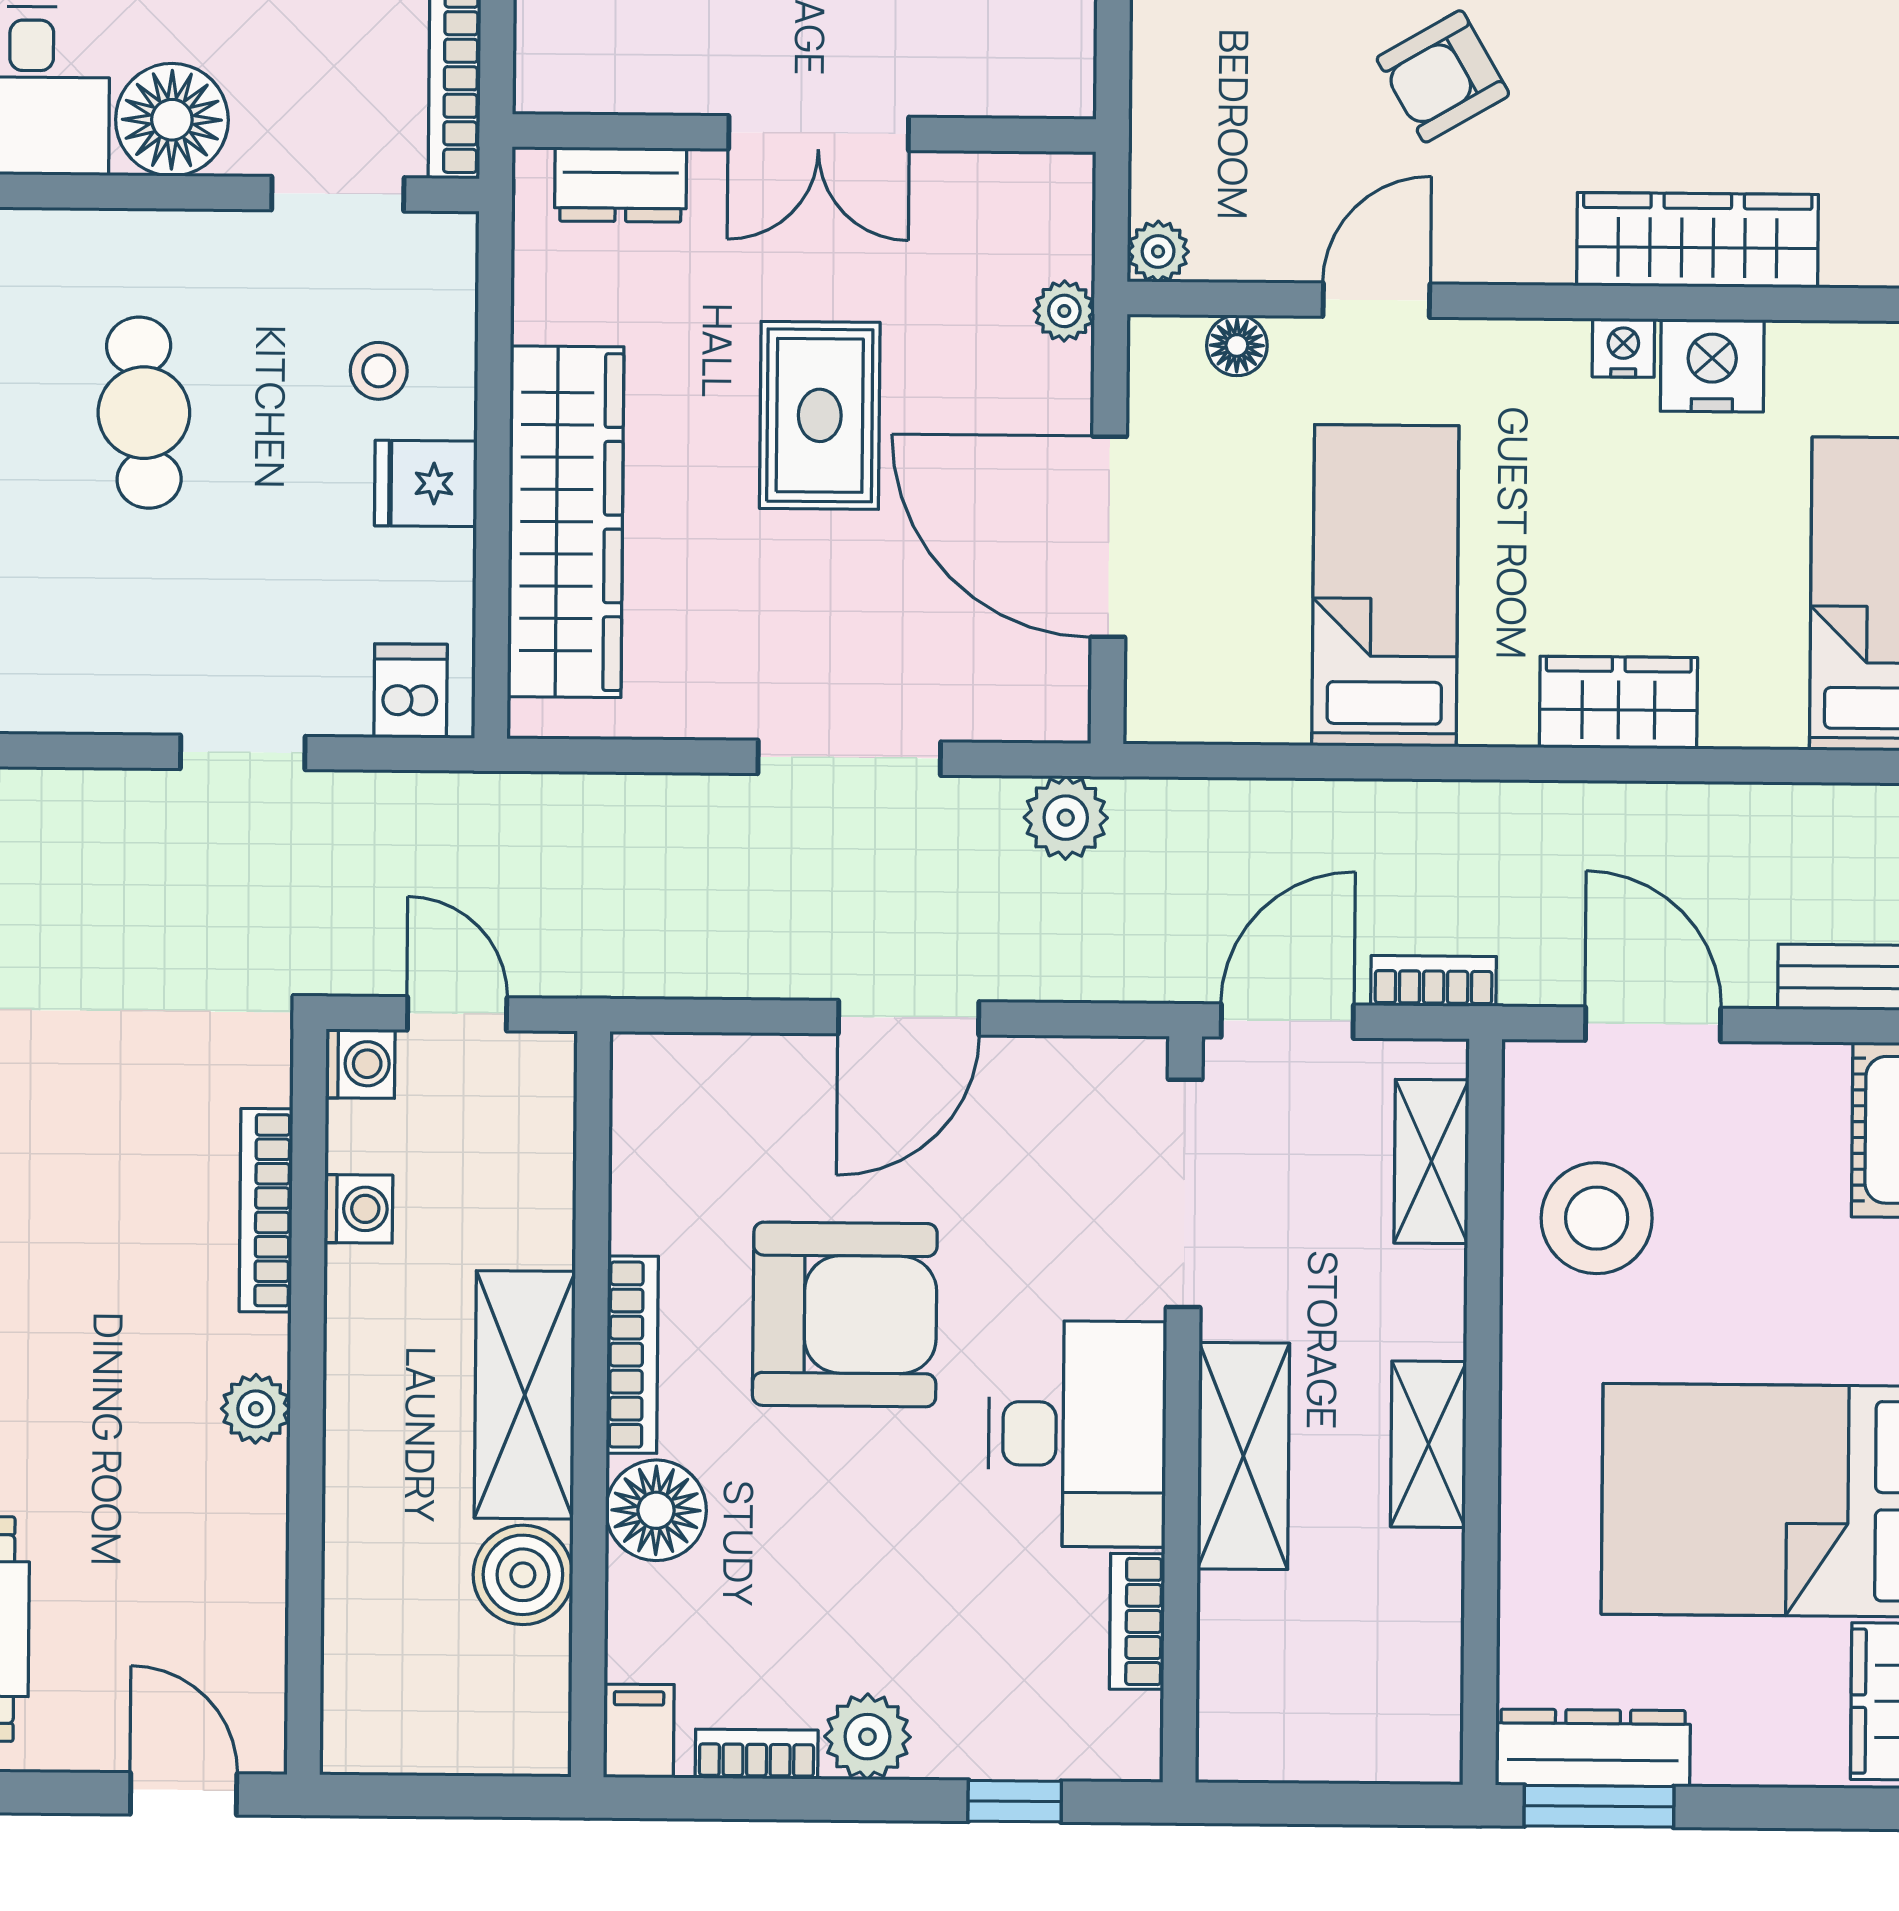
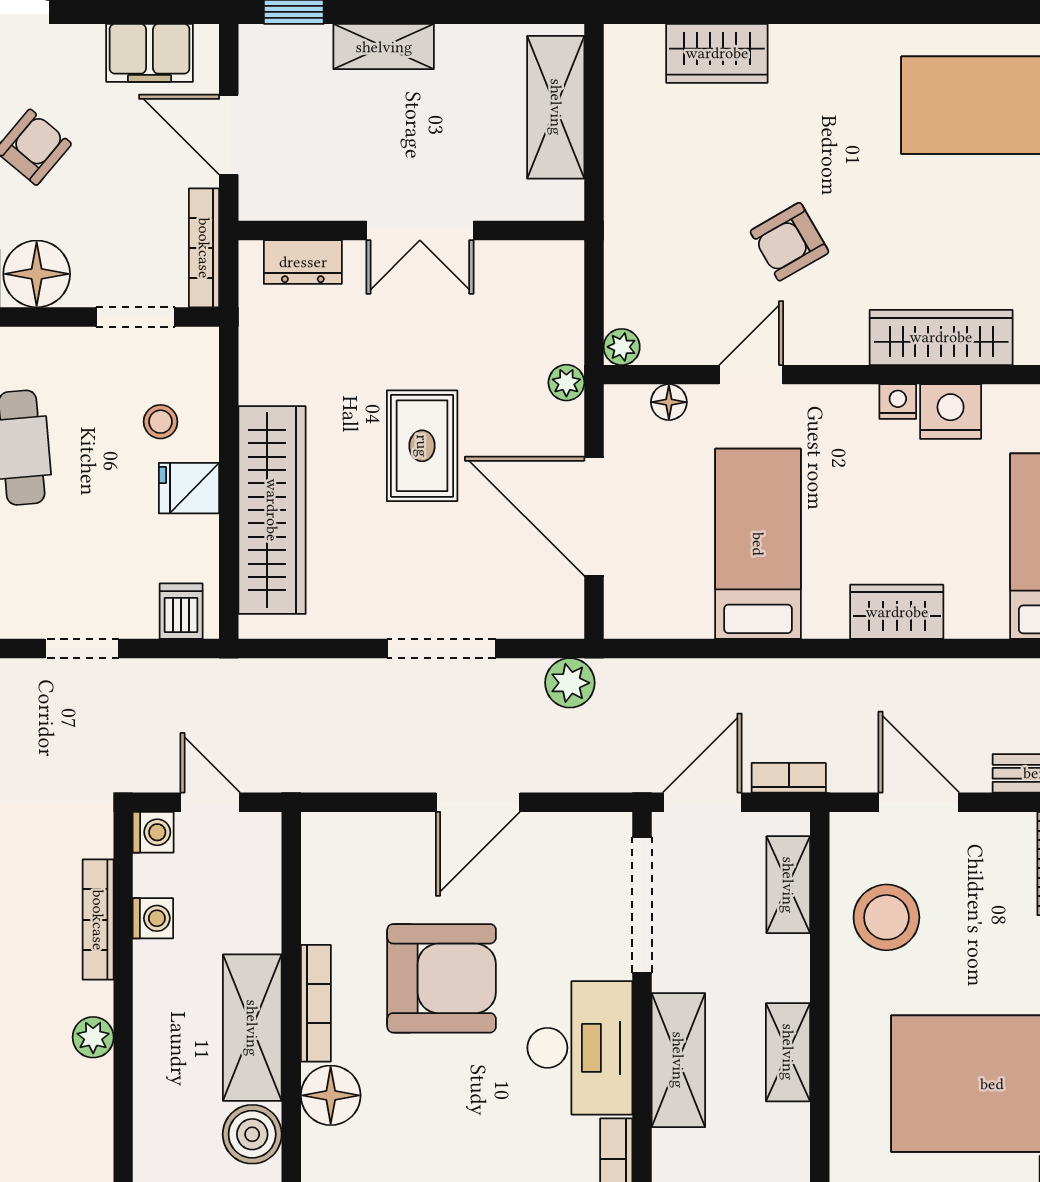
wall: (804, 133) -> (411, 230), moved
double door: (819, 133) -> (420, 230), moved
dresser: (621, 185) -> (303, 262), moved

